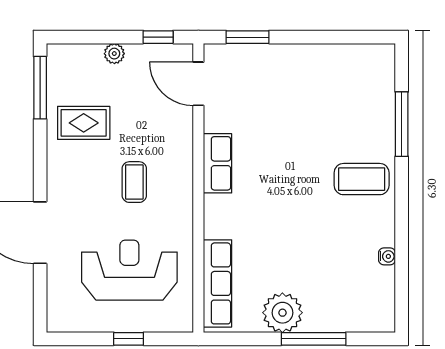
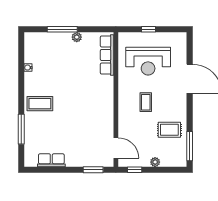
row of seats: (218, 163) -> (51, 160), moved, turned 90
plant: (282, 313) -> (77, 37), width x0.53, depth x0.53

